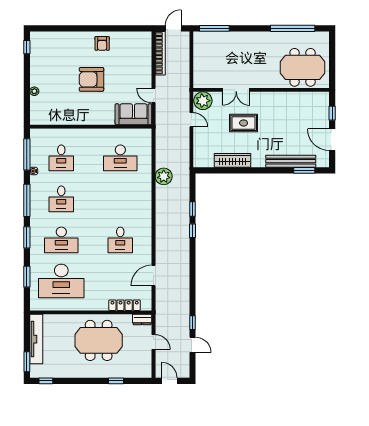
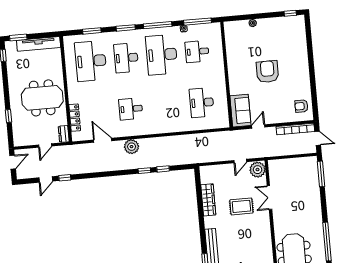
armchair: (102, 43) -> (301, 106), moved
rug: (244, 123) -> (241, 206), turned 90
plant: (164, 176) -> (132, 147), moved
desk: (61, 199) -> (162, 55), width x1.87, depth x1.30
meeting table: (99, 340) -> (42, 98), turned 90

